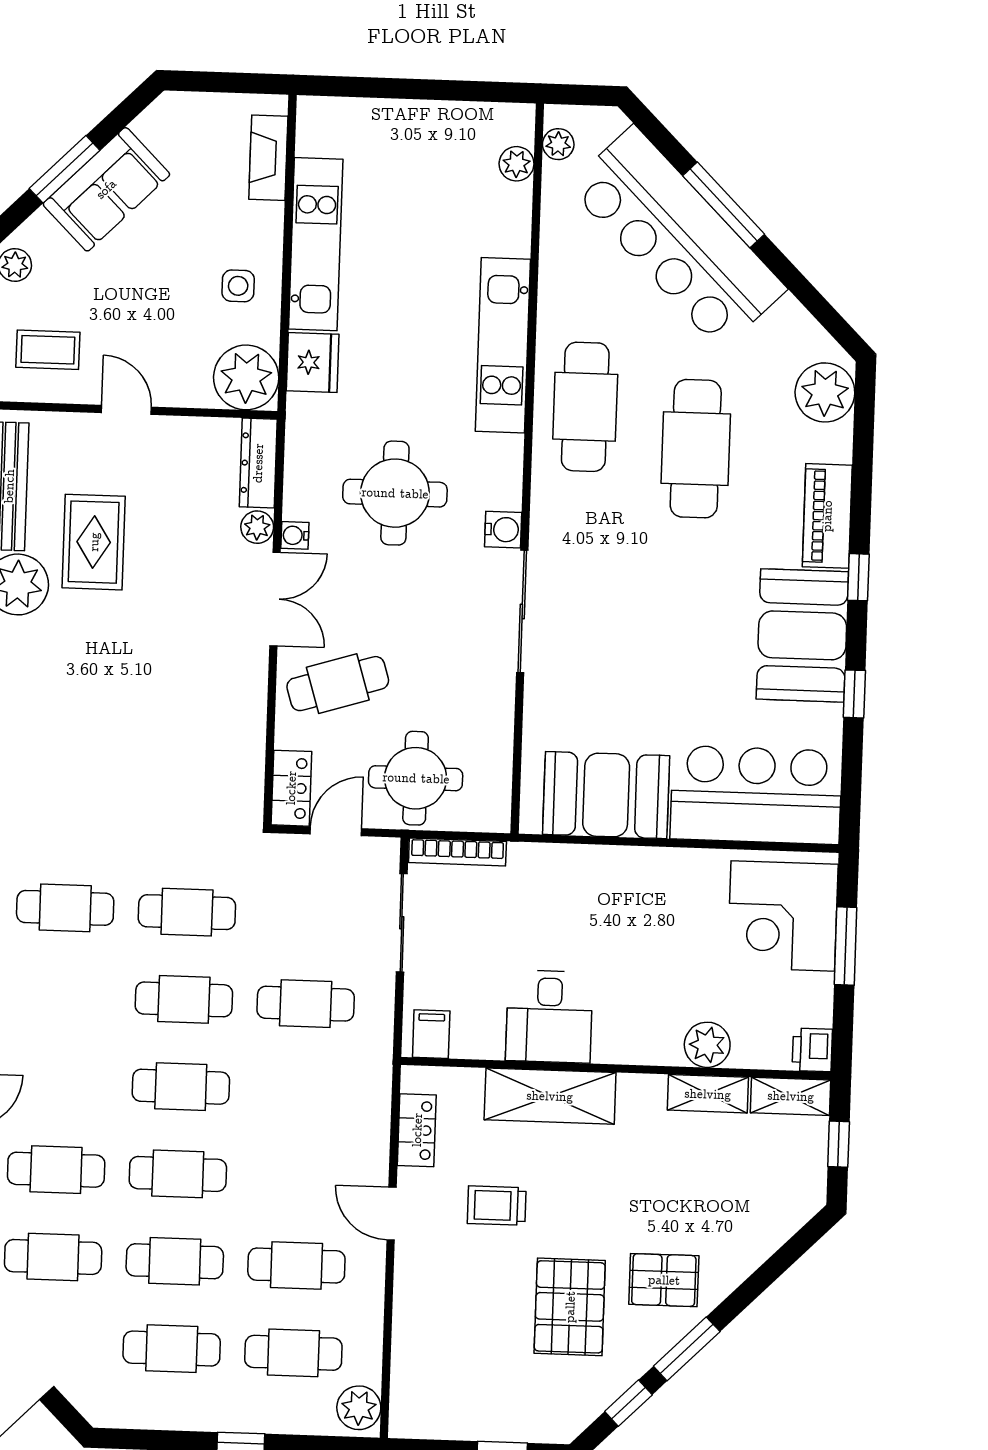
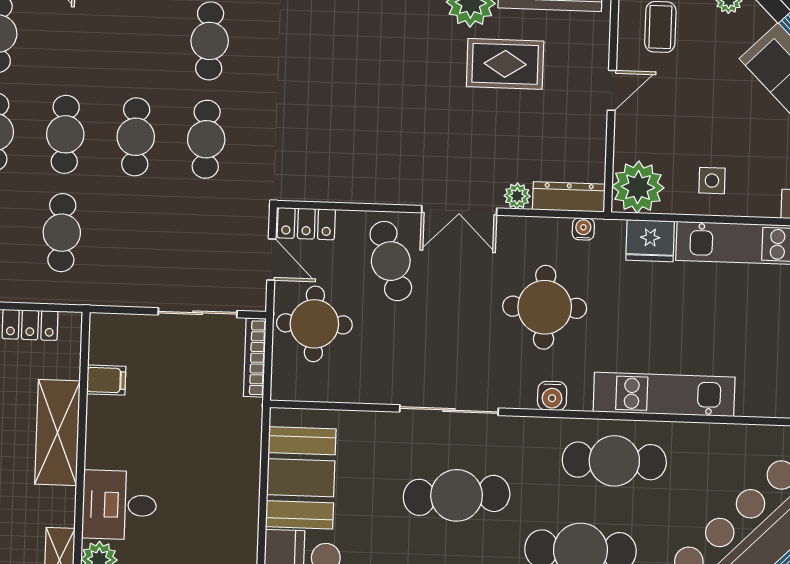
water cooler: (503, 530) -> (552, 396), moved
water cooler: (295, 535) -> (583, 229), moved
cafe table: (628, 602) -> (457, 495), added
cafe table: (306, 1004) -> (62, 233), moved
desk: (549, 1017) -> (119, 505), moved
filing cabinet: (431, 1034) -> (106, 380), moved

